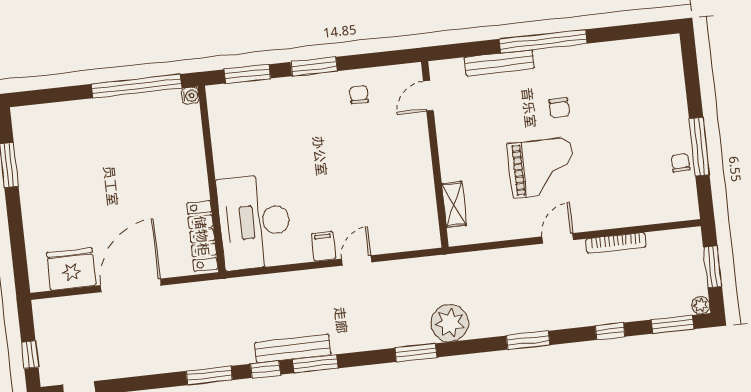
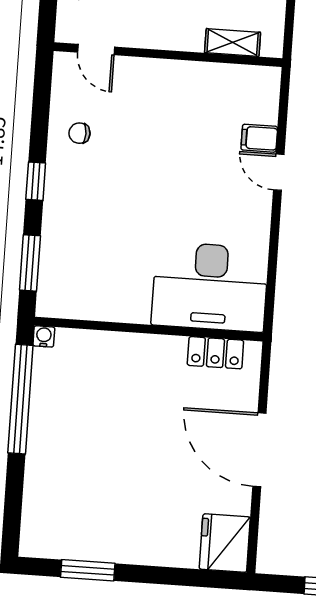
window: (314, 67) -> (36, 181), width x0.67
locker: (202, 236) -> (215, 353), width x0.66
filing cabinet: (324, 246) -> (259, 138), moved
fridge: (71, 269) -> (225, 543), moved

